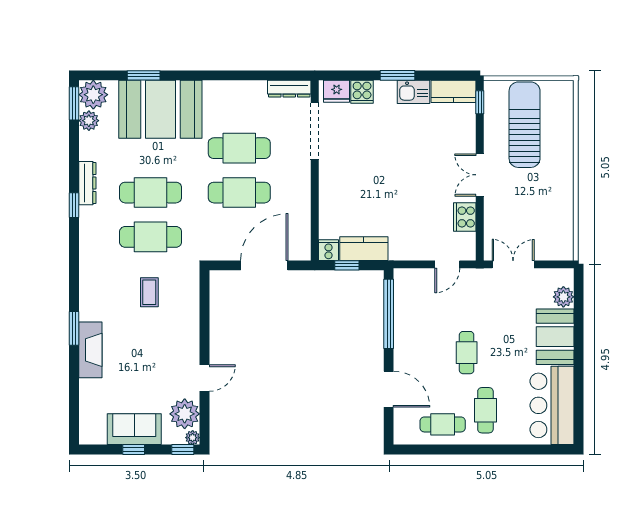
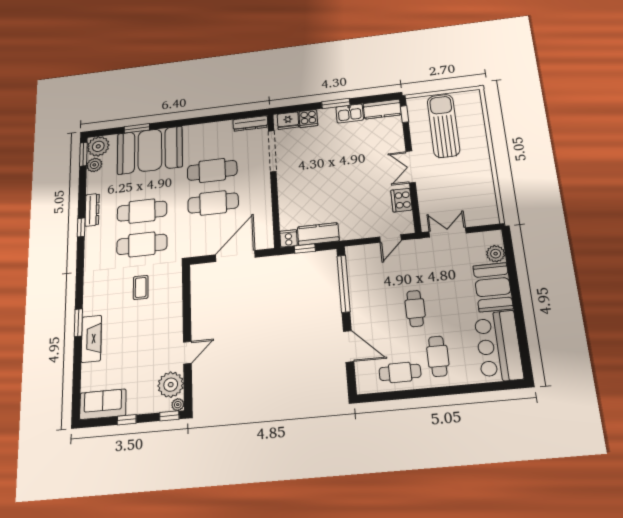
sofa: (134, 429) -> (103, 404), moved

